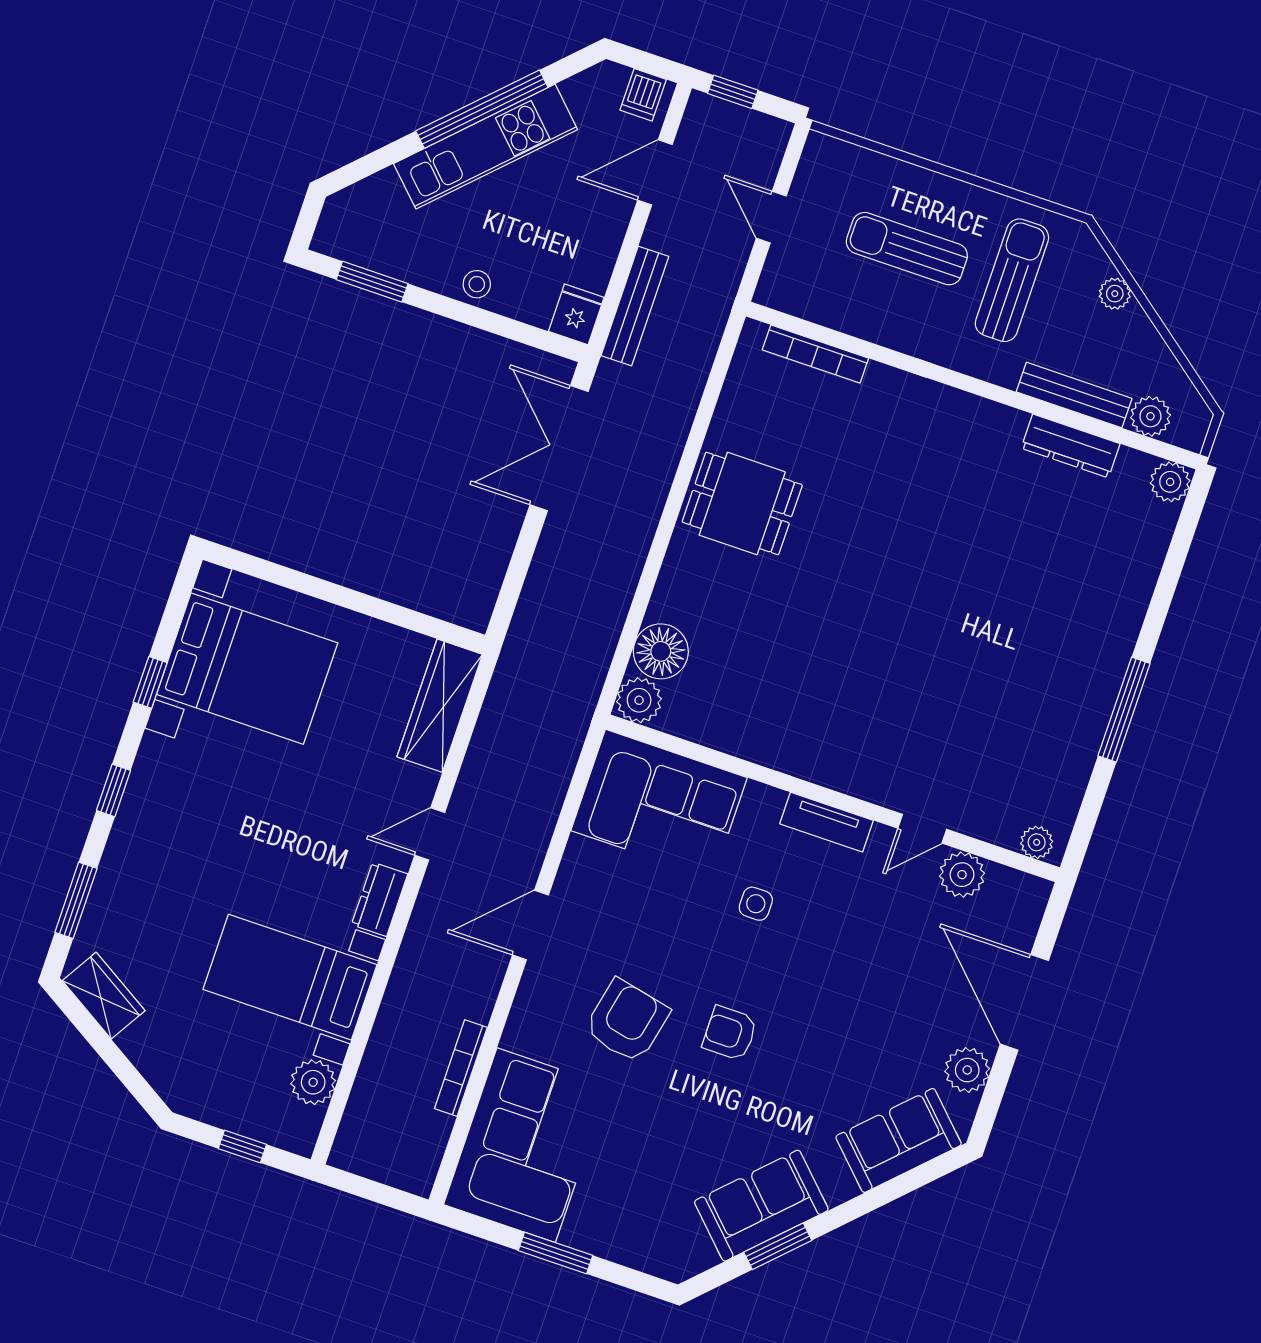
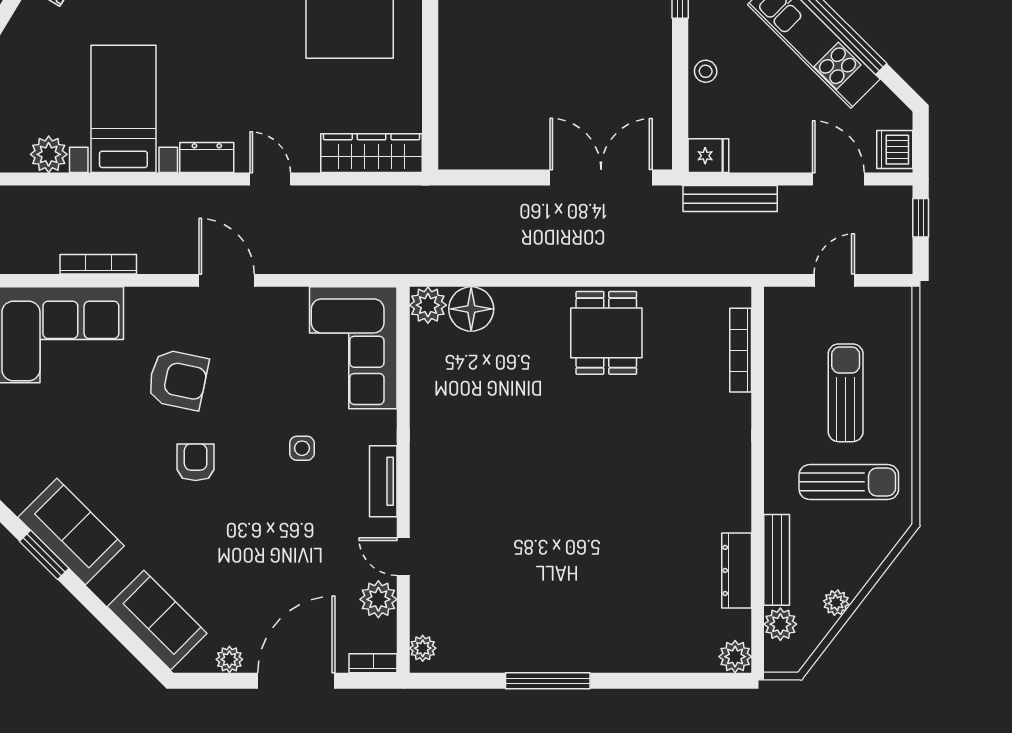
dishwasher: (643, 95) -> (895, 150), width x1.38
plant: (1115, 294) -> (836, 603), moved
bookcase: (1034, 906) -> (373, 663), added
plant: (967, 1070) -> (229, 659), width x0.73, depth x0.73

